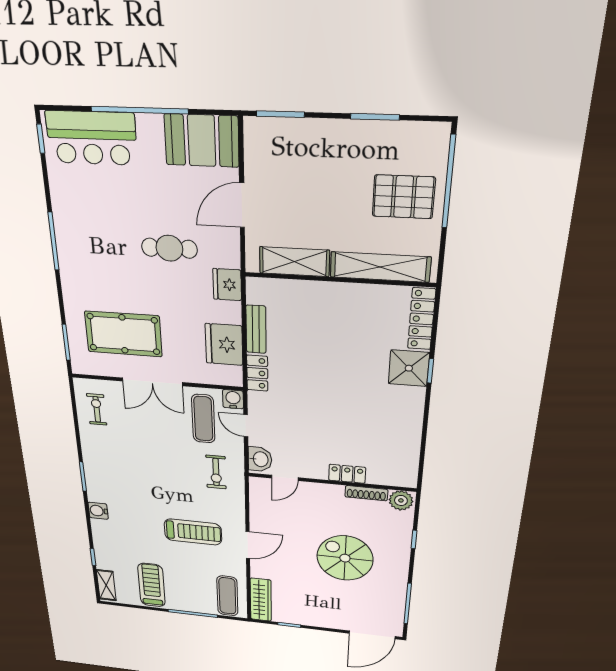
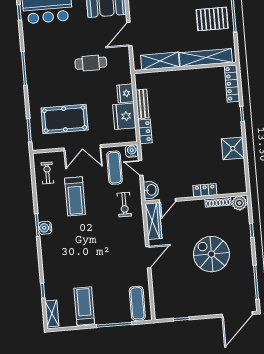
fridge: (227, 285) -> (125, 93), moved
shower: (409, 368) -> (233, 148), moved
water cooler: (98, 511) -> (45, 228), moved
treadmill: (193, 532) -> (75, 196), moved, turned 90
wardrobe: (261, 600) -> (153, 221), moved

